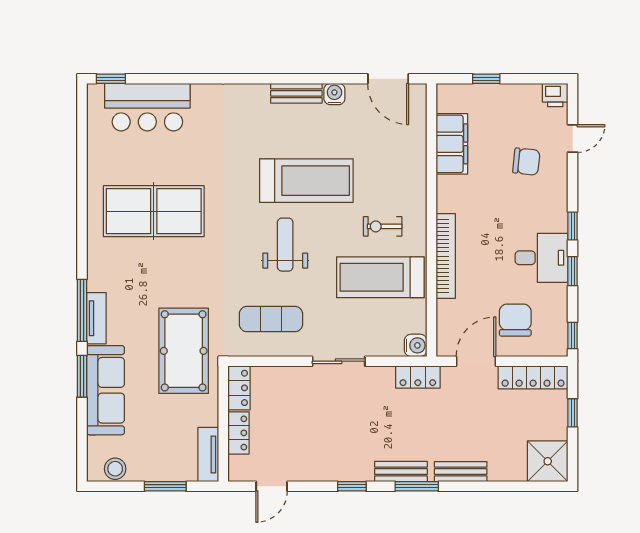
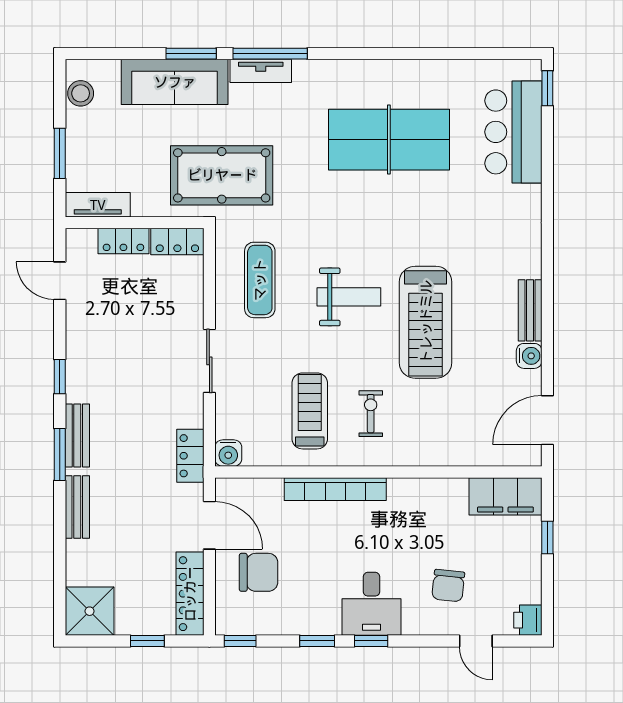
filing cabinet: (452, 144) -> (505, 496), moved
table tennis table: (154, 211) -> (389, 140), turned 90
desk: (542, 258) -> (372, 604), moved
treadmill: (380, 277) -> (310, 411), width x0.73, depth x0.73

